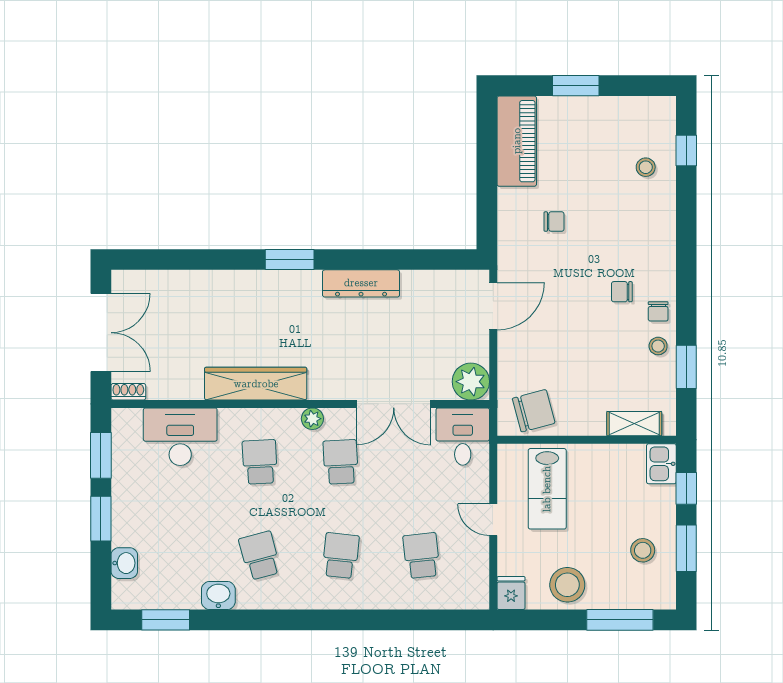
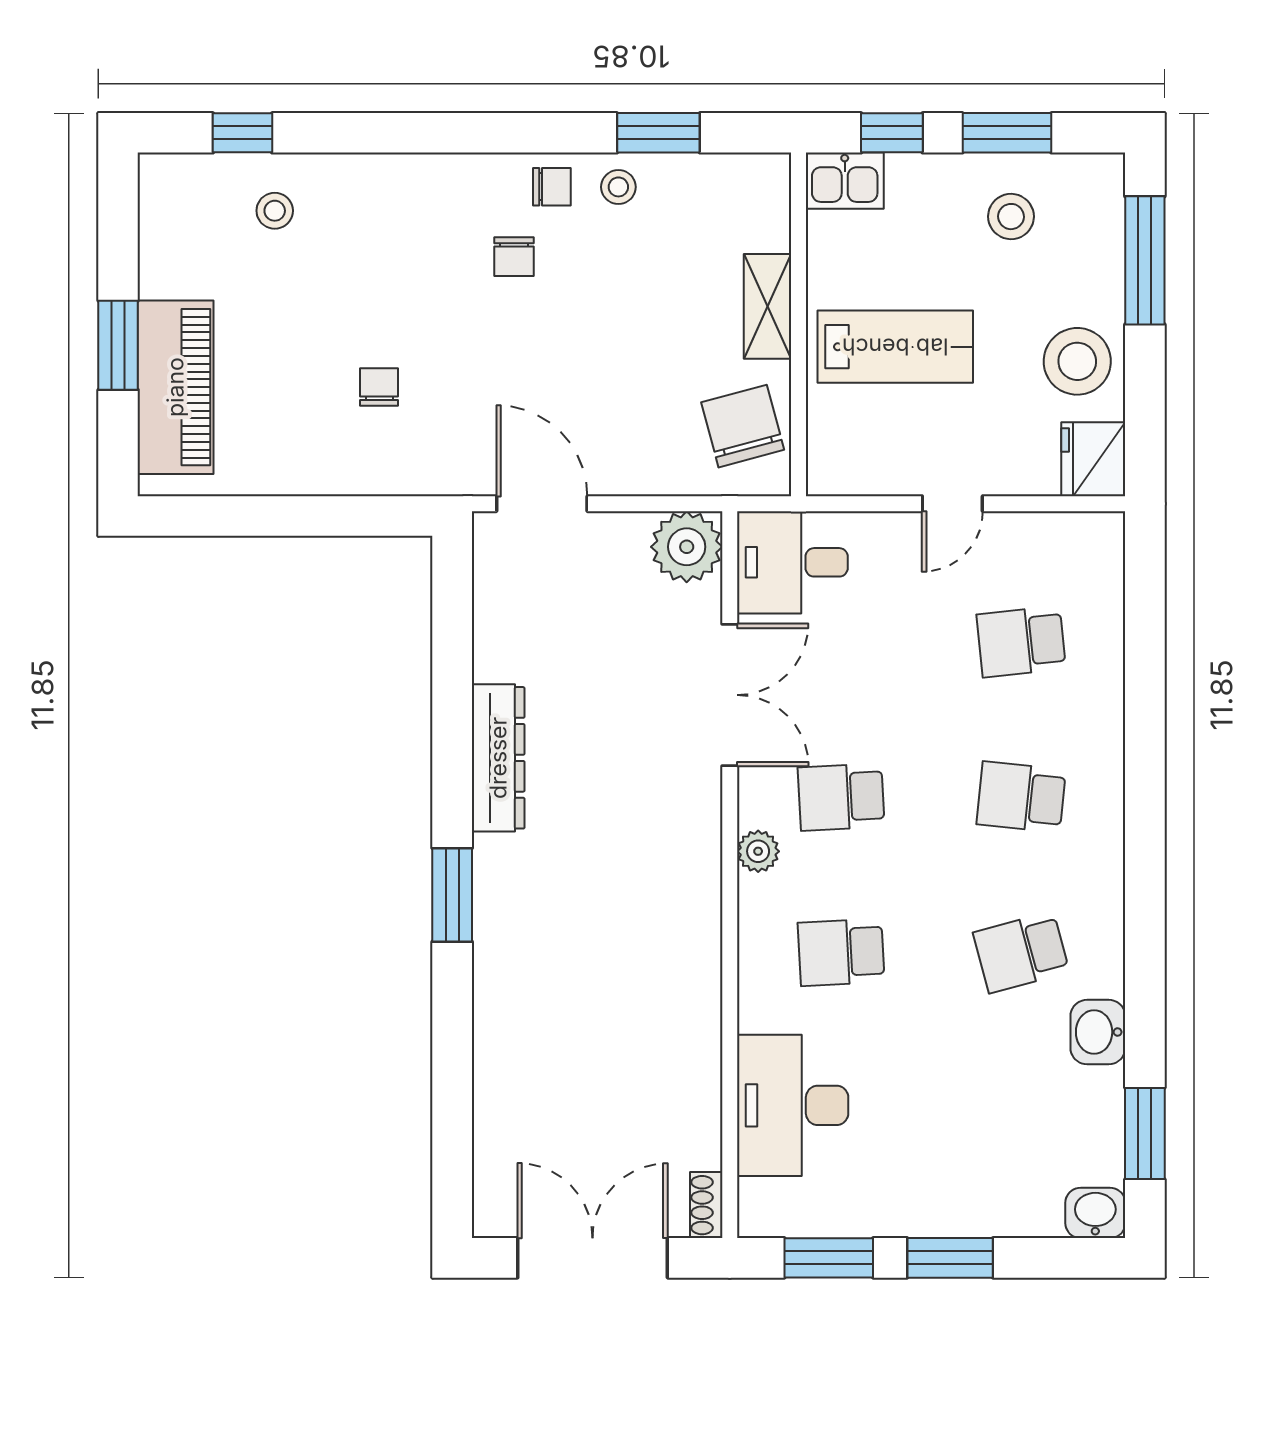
piano: (517, 141) -> (175, 387), moved, turned 90
wardrobe: (256, 384) -> (691, 960), removed
shelving: (634, 424) -> (768, 306), moved
lab bench: (547, 489) -> (895, 347), moved
washbasin: (124, 563) -> (1095, 1213), moved
fridge: (511, 593) -> (1093, 459), width x1.38

